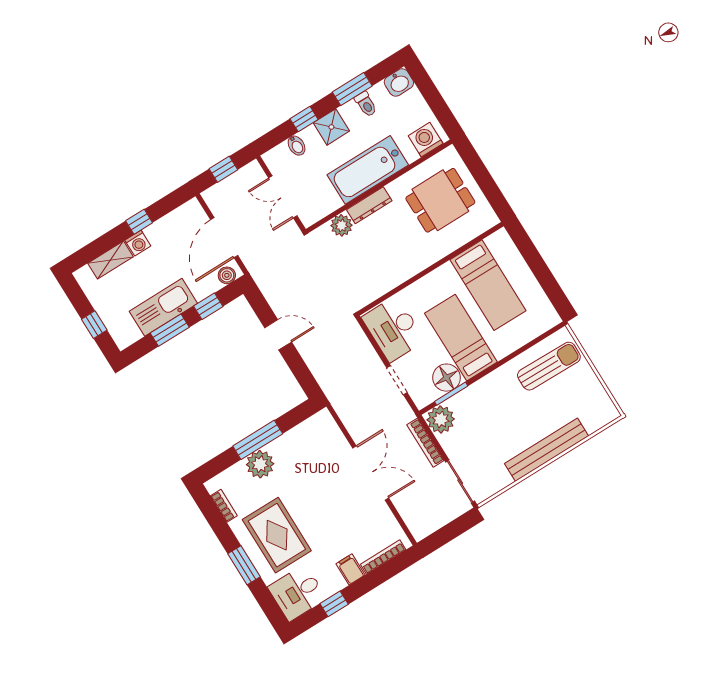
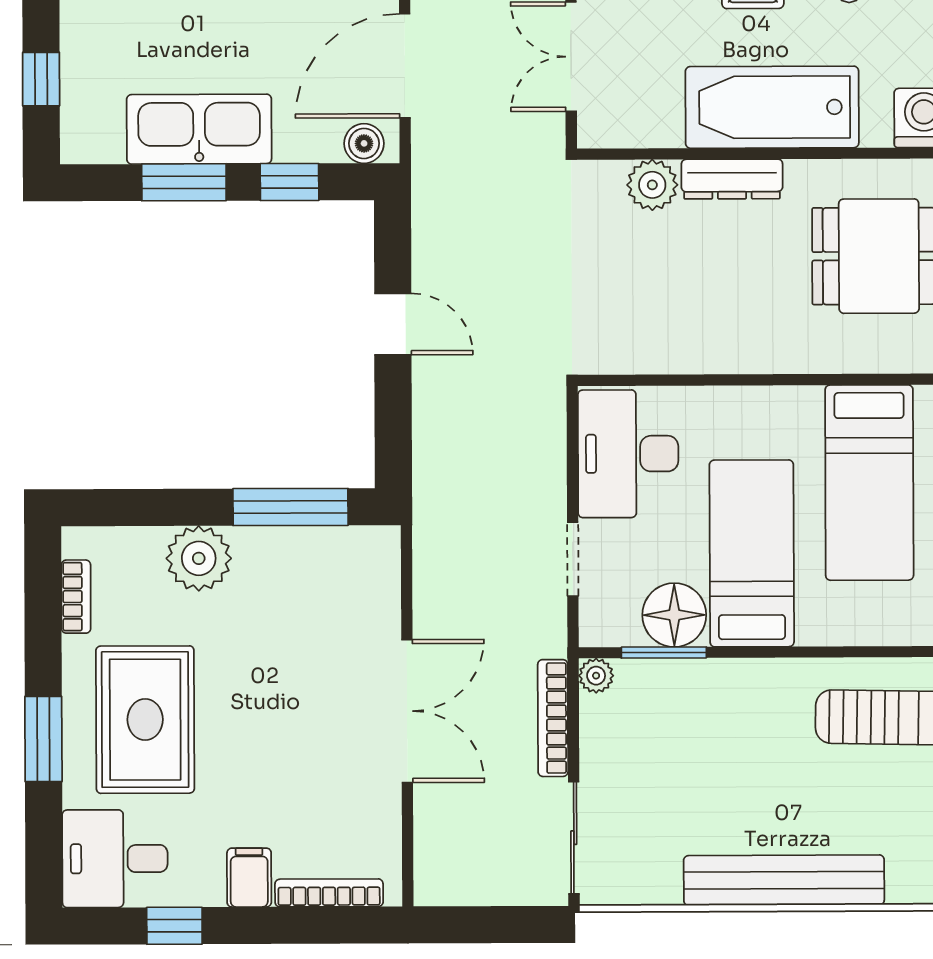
plant: (441, 419) -> (596, 676), width x0.53, depth x0.53
window: (258, 440) -> (290, 507), moved

